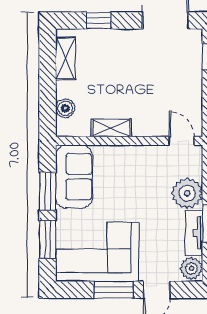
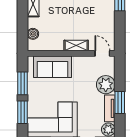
shelving: (111, 128) -> (76, 46), moved
sofa: (74, 177) -> (53, 67), moved, turned 90

